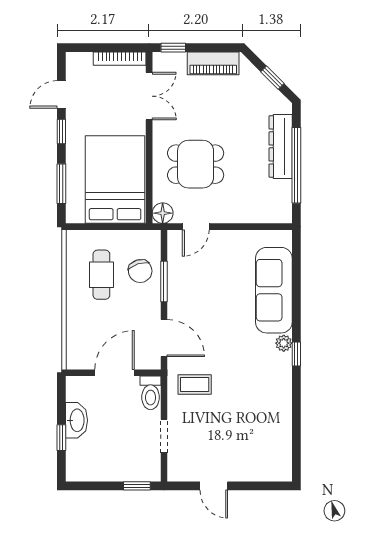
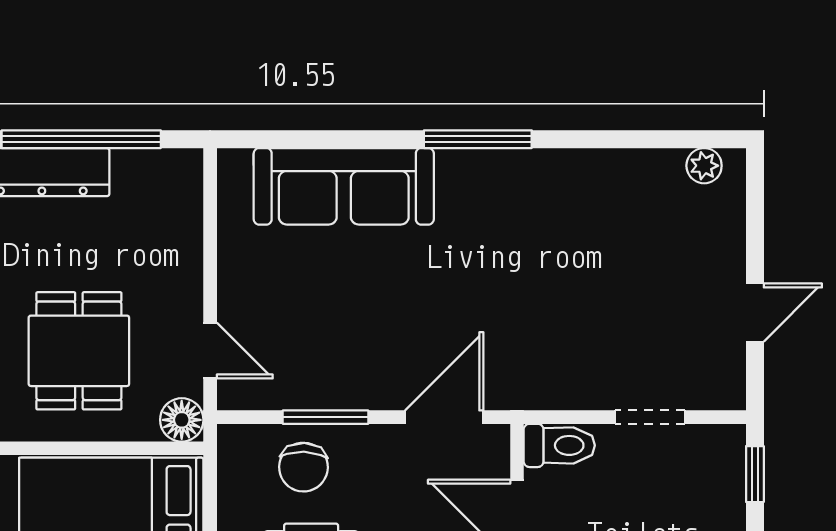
chair: (140, 271) -> (303, 467), turned 110
plant: (284, 343) -> (704, 166), moved
window: (296, 354) -> (478, 139), width x2.17
coffee table: (195, 384) -> (542, 353), removed

